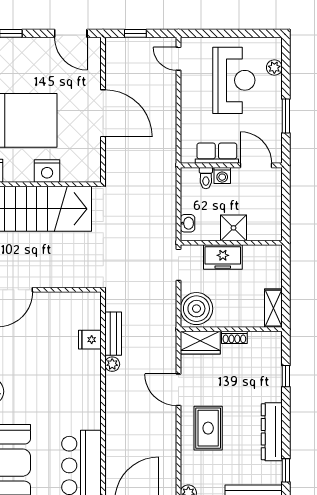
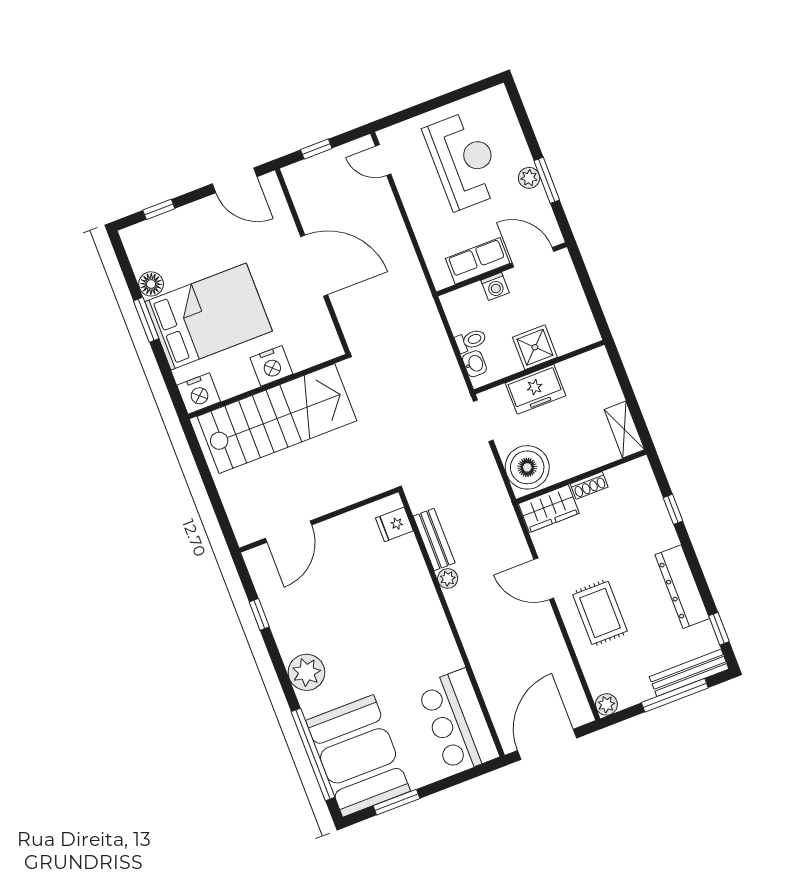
plant: (274, 68) -> (529, 178), moved
toilet: (206, 178) -> (471, 340), moved, turned -90
fridge: (90, 340) -> (394, 524), moved

